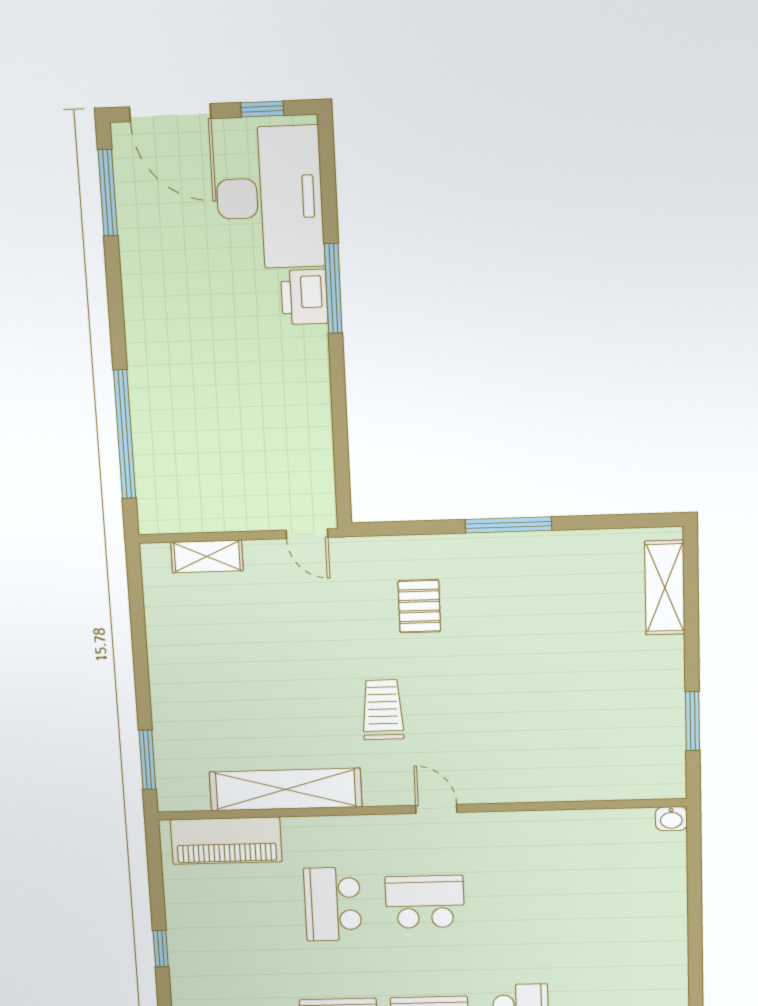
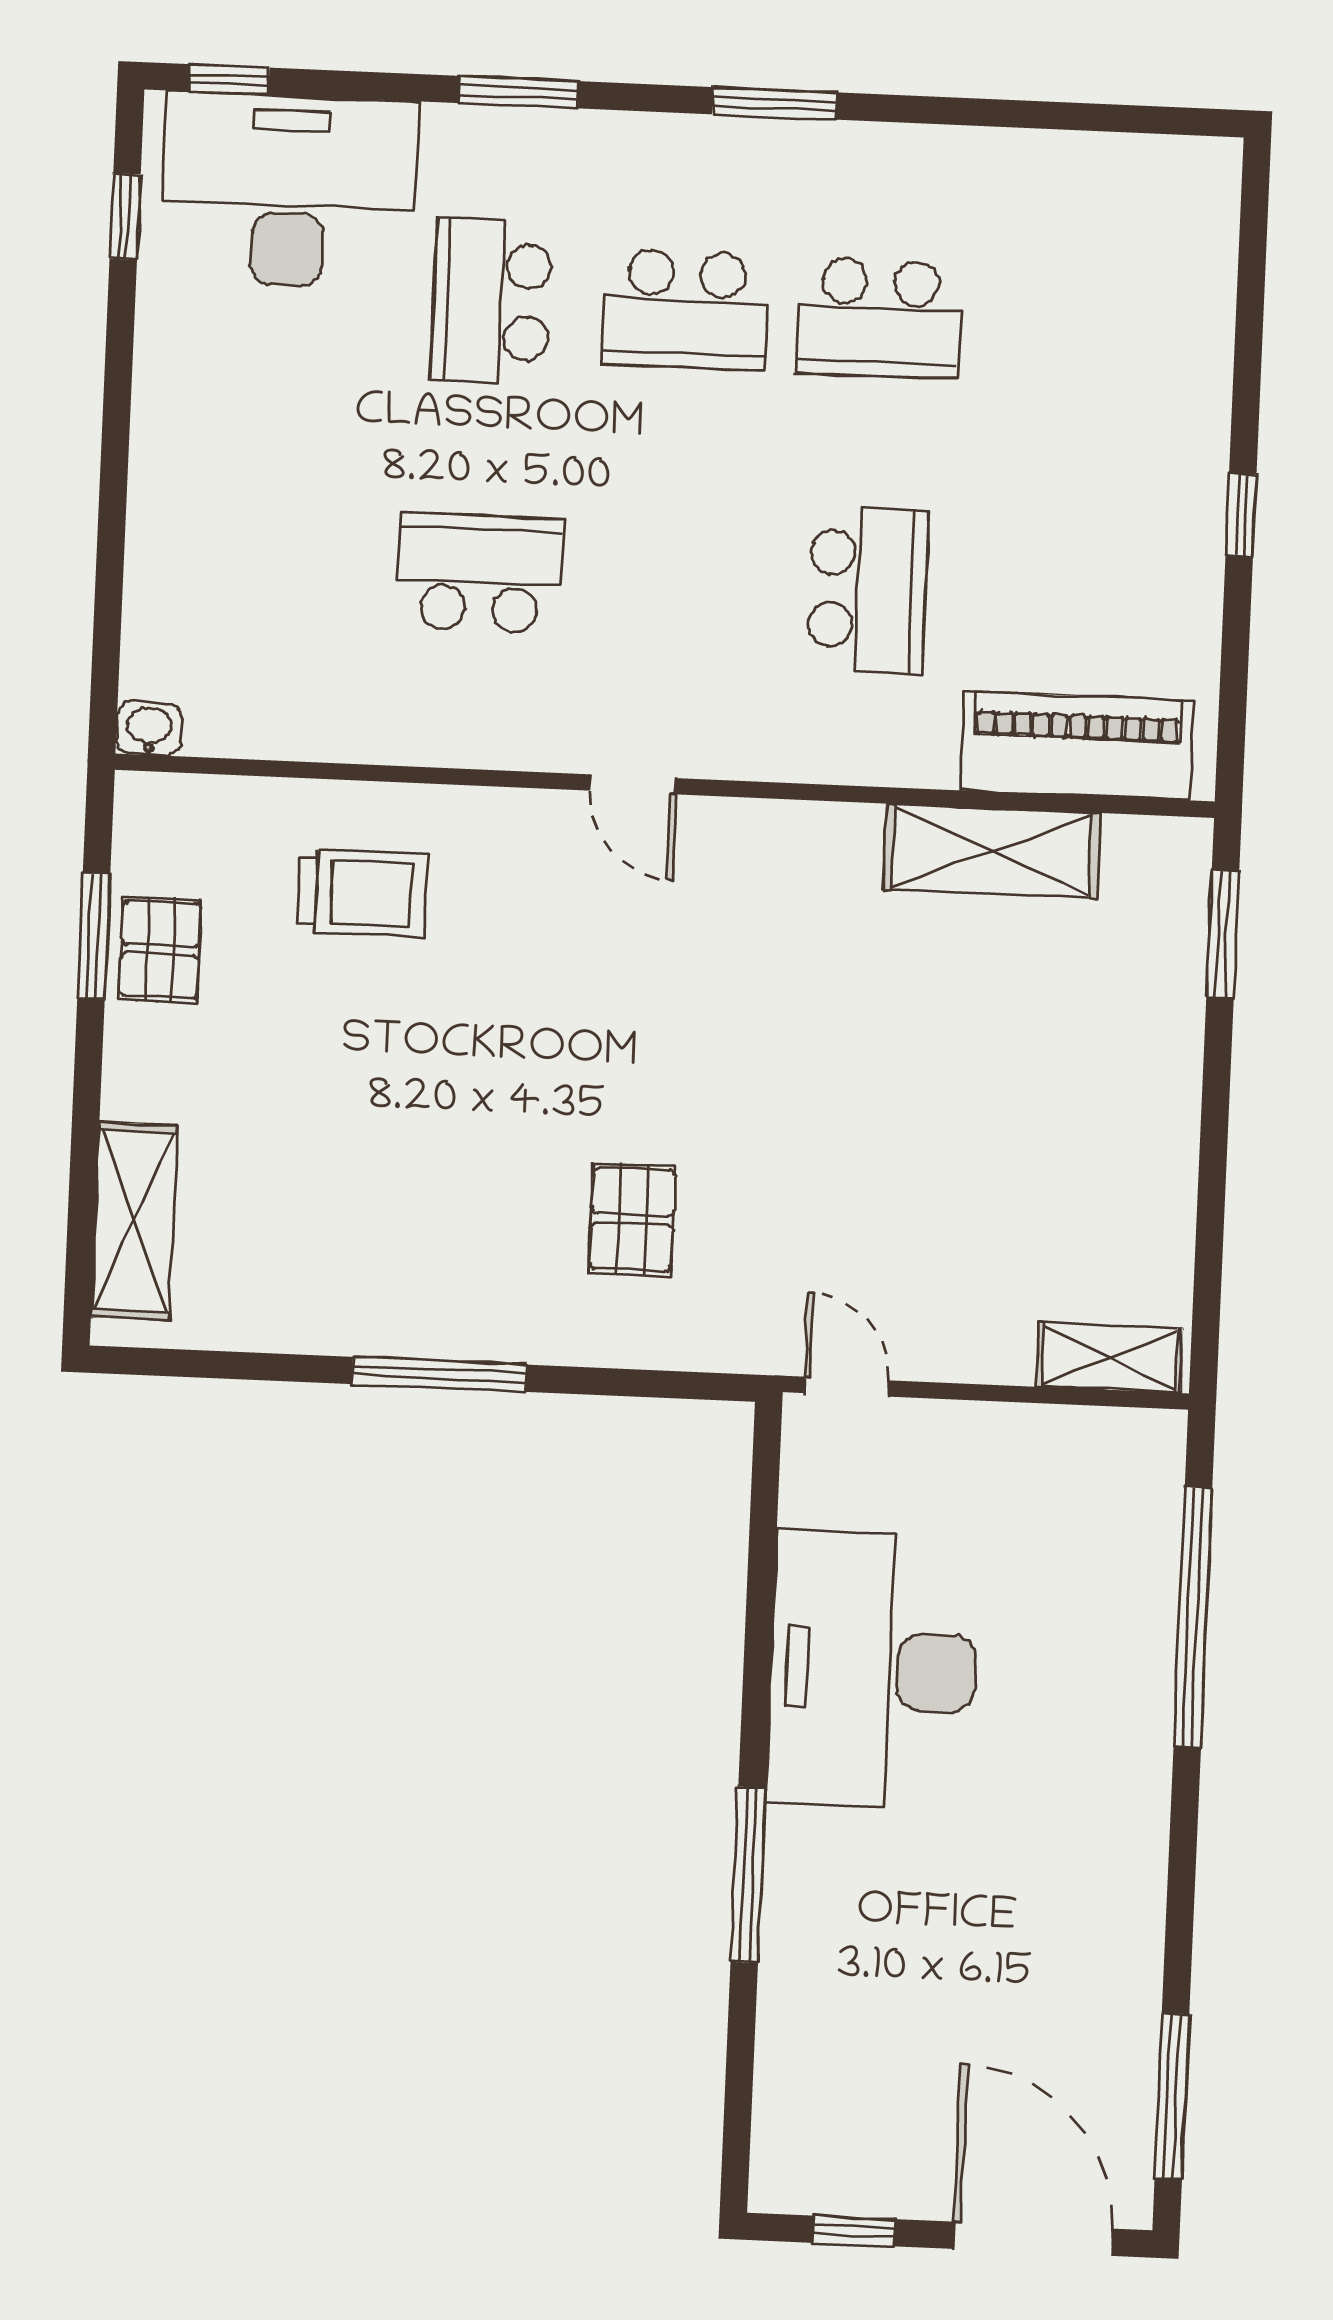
desk: (270, 198) -> (873, 1670), moved
printer: (304, 297) -> (807, 1863), removed
shelving: (207, 556) -> (1110, 1358), moved
trolley: (383, 710) -> (362, 893), moved, turned -90
pallet: (660, 717) -> (160, 950), added
shelving: (286, 789) -> (992, 851), width x0.68
school desk: (425, 902) -> (480, 573), moved, turned 180

